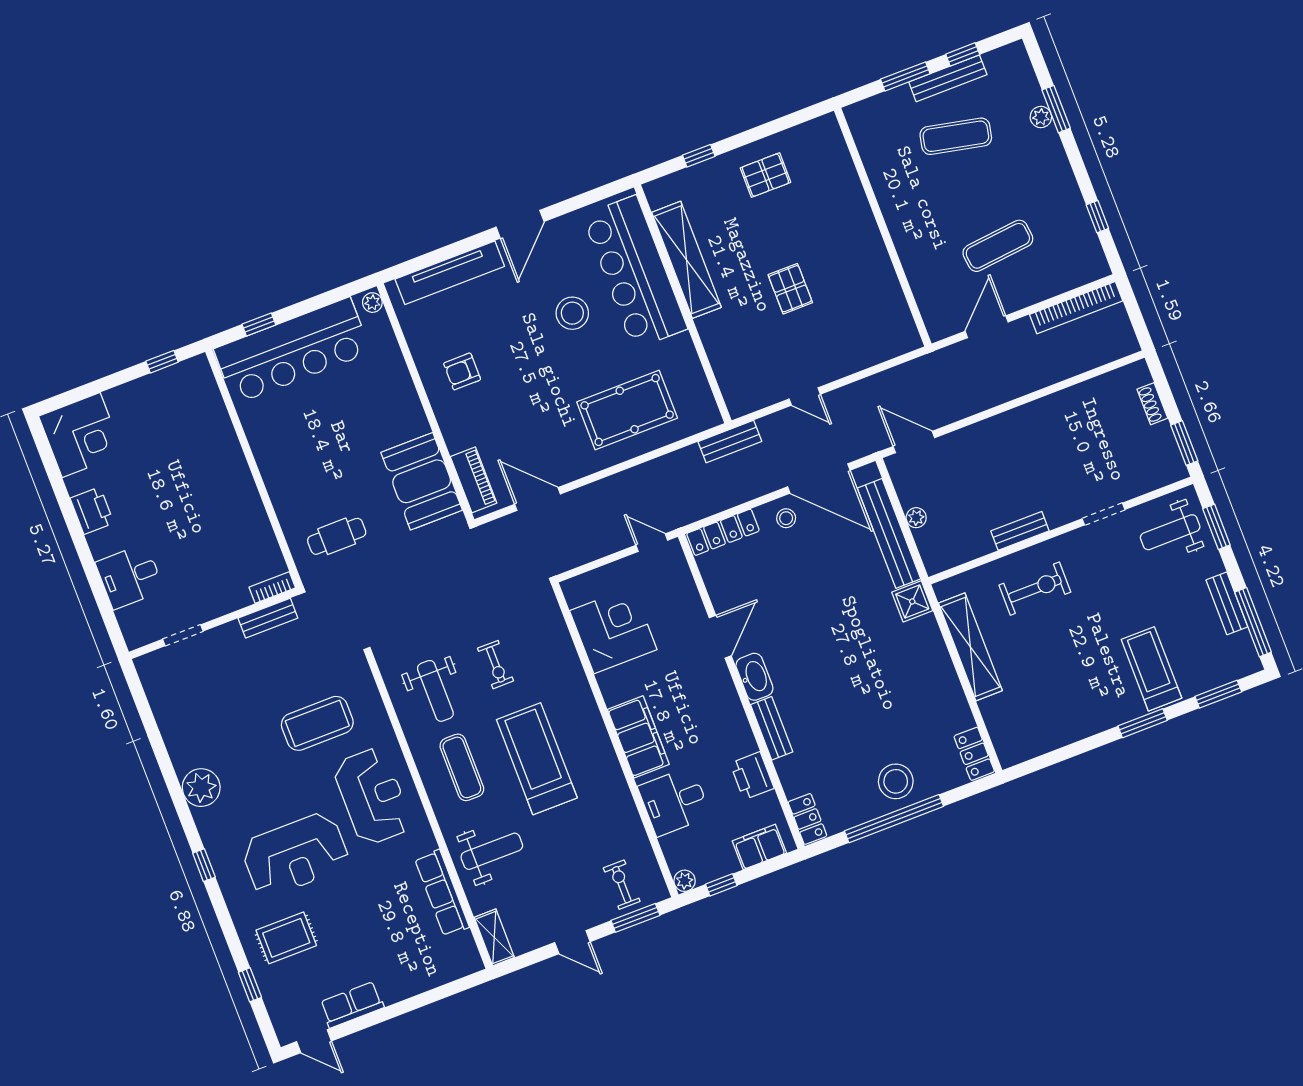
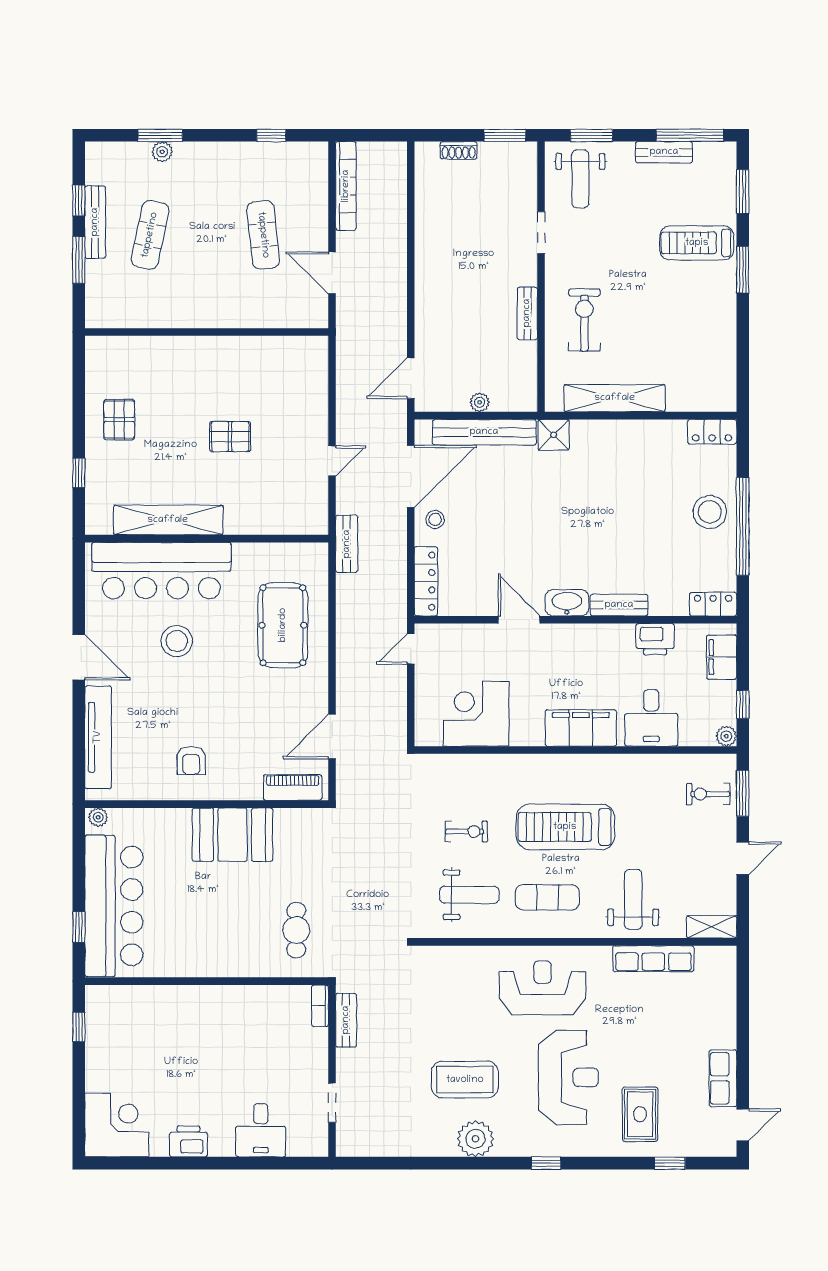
booth: (422, 481) -> (232, 835), moved
coffee table: (317, 723) -> (465, 1080), moved, turned 90

